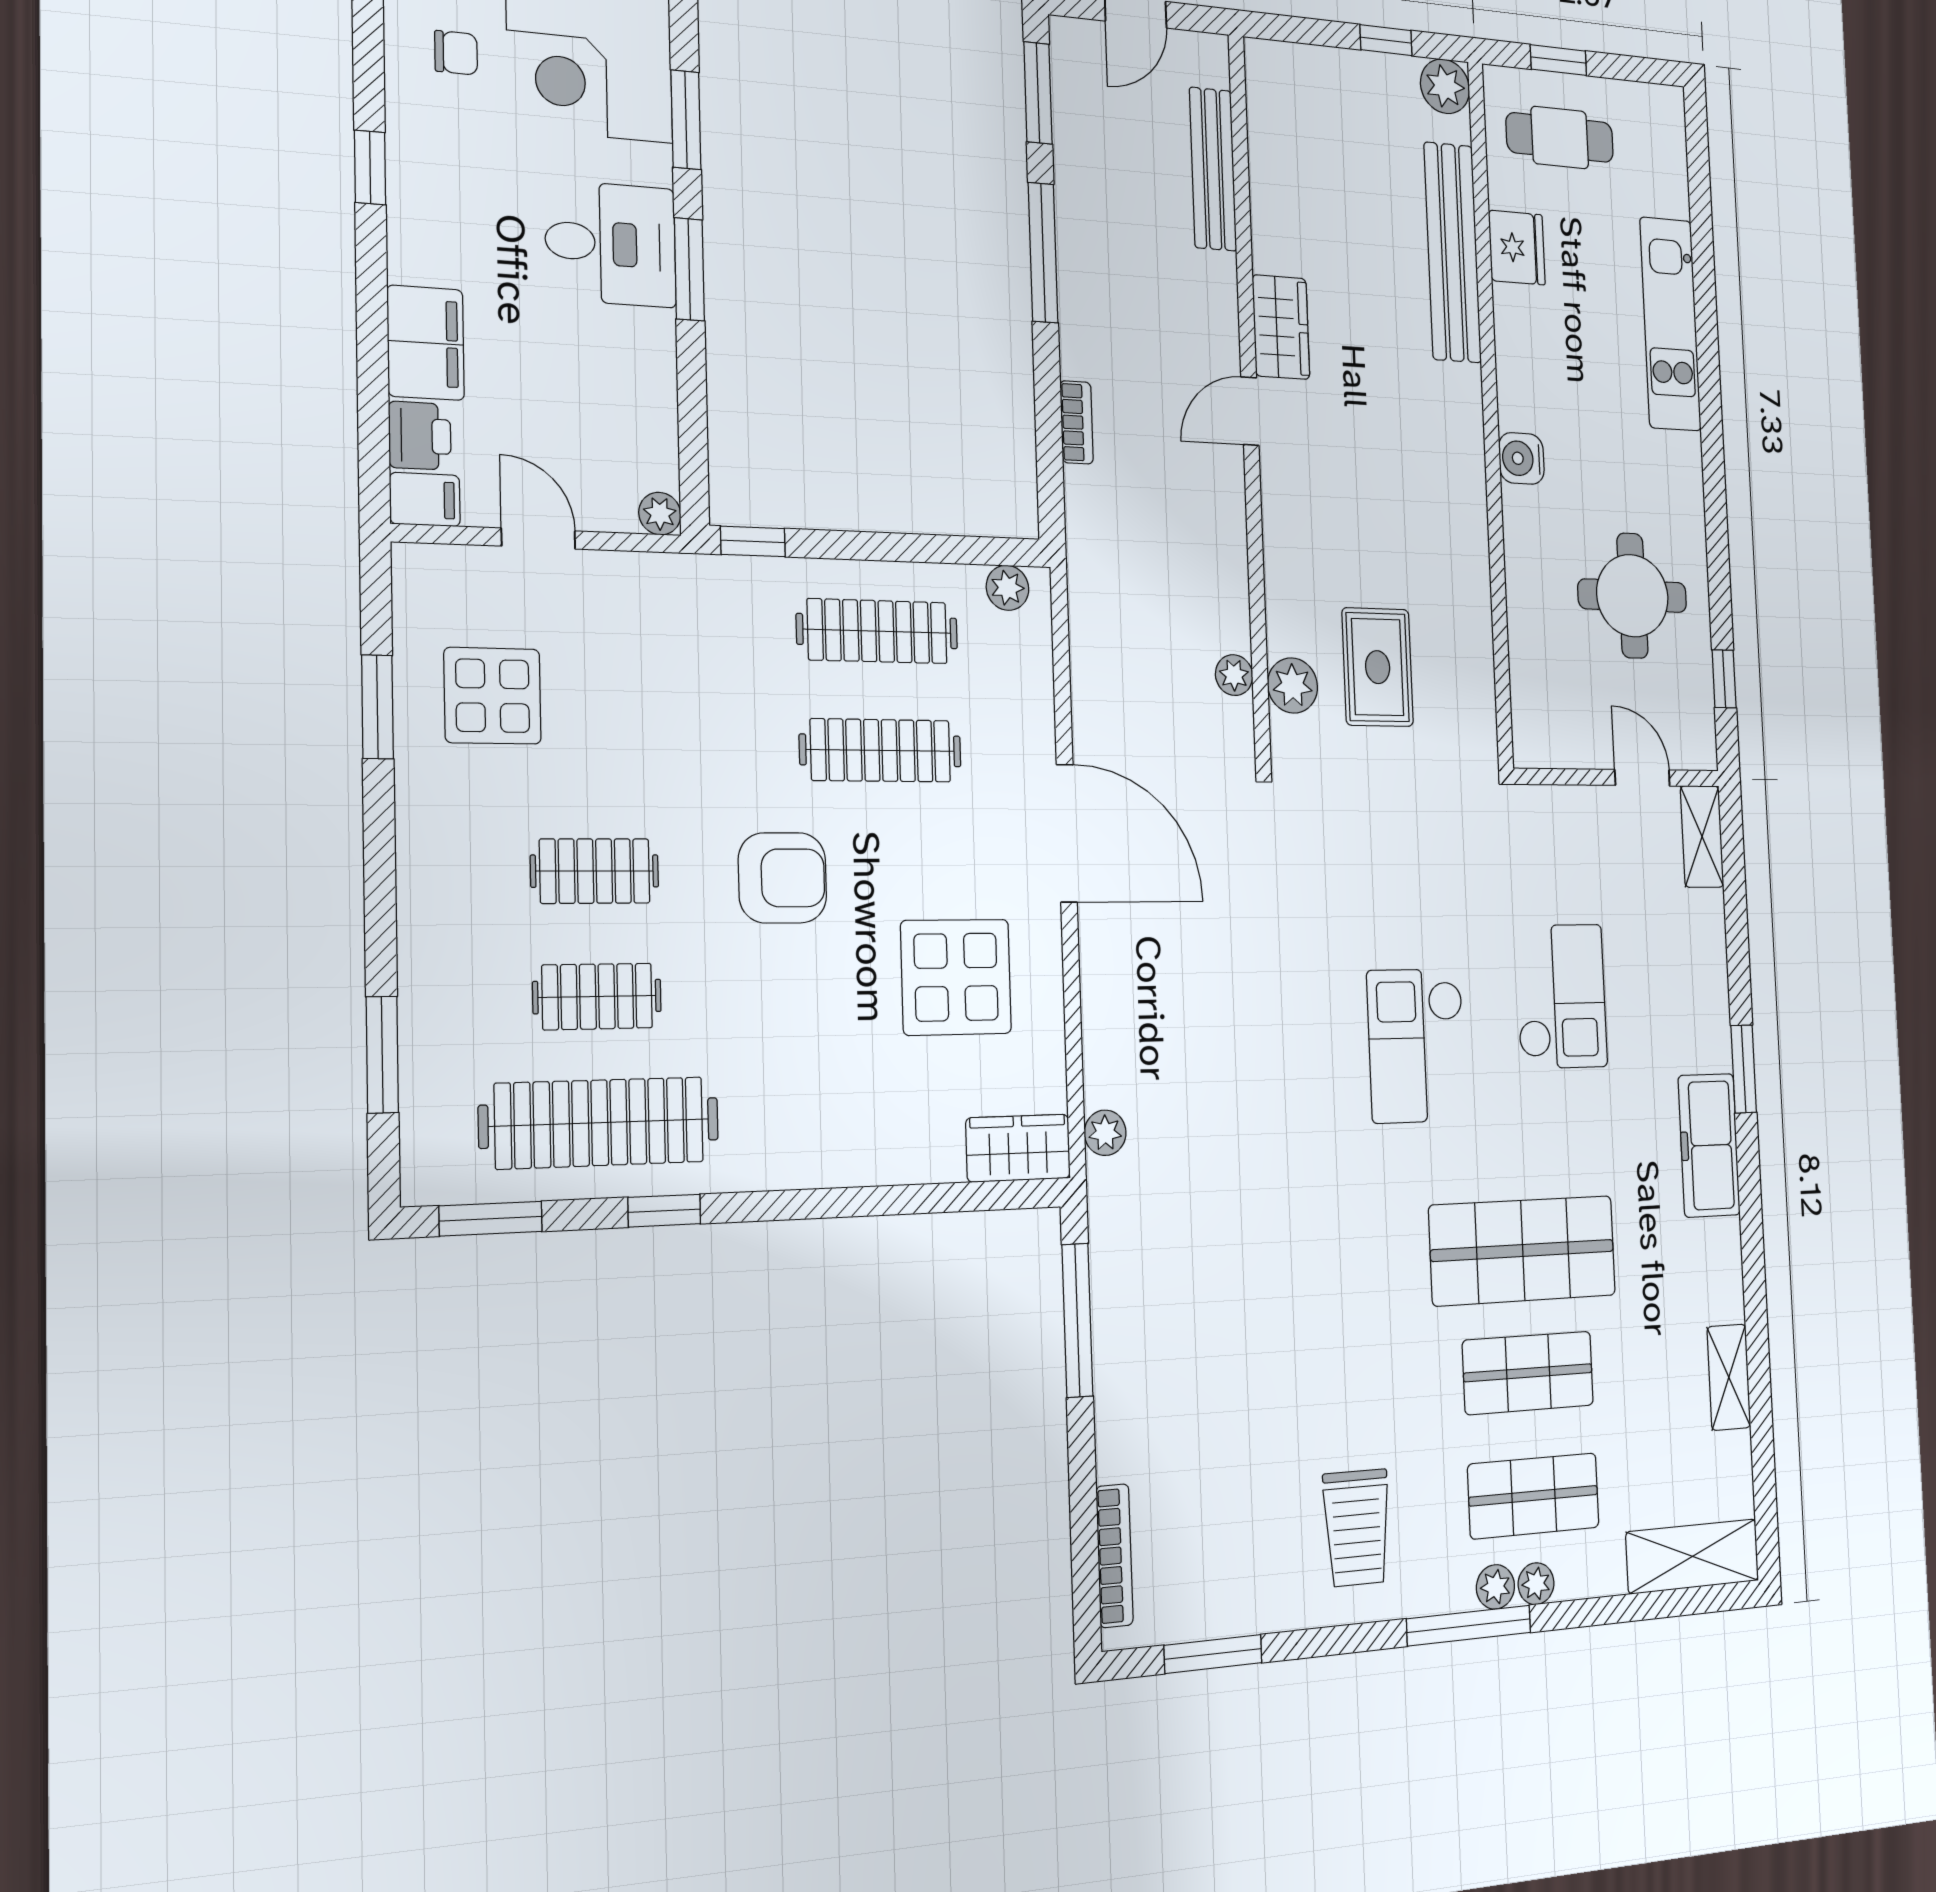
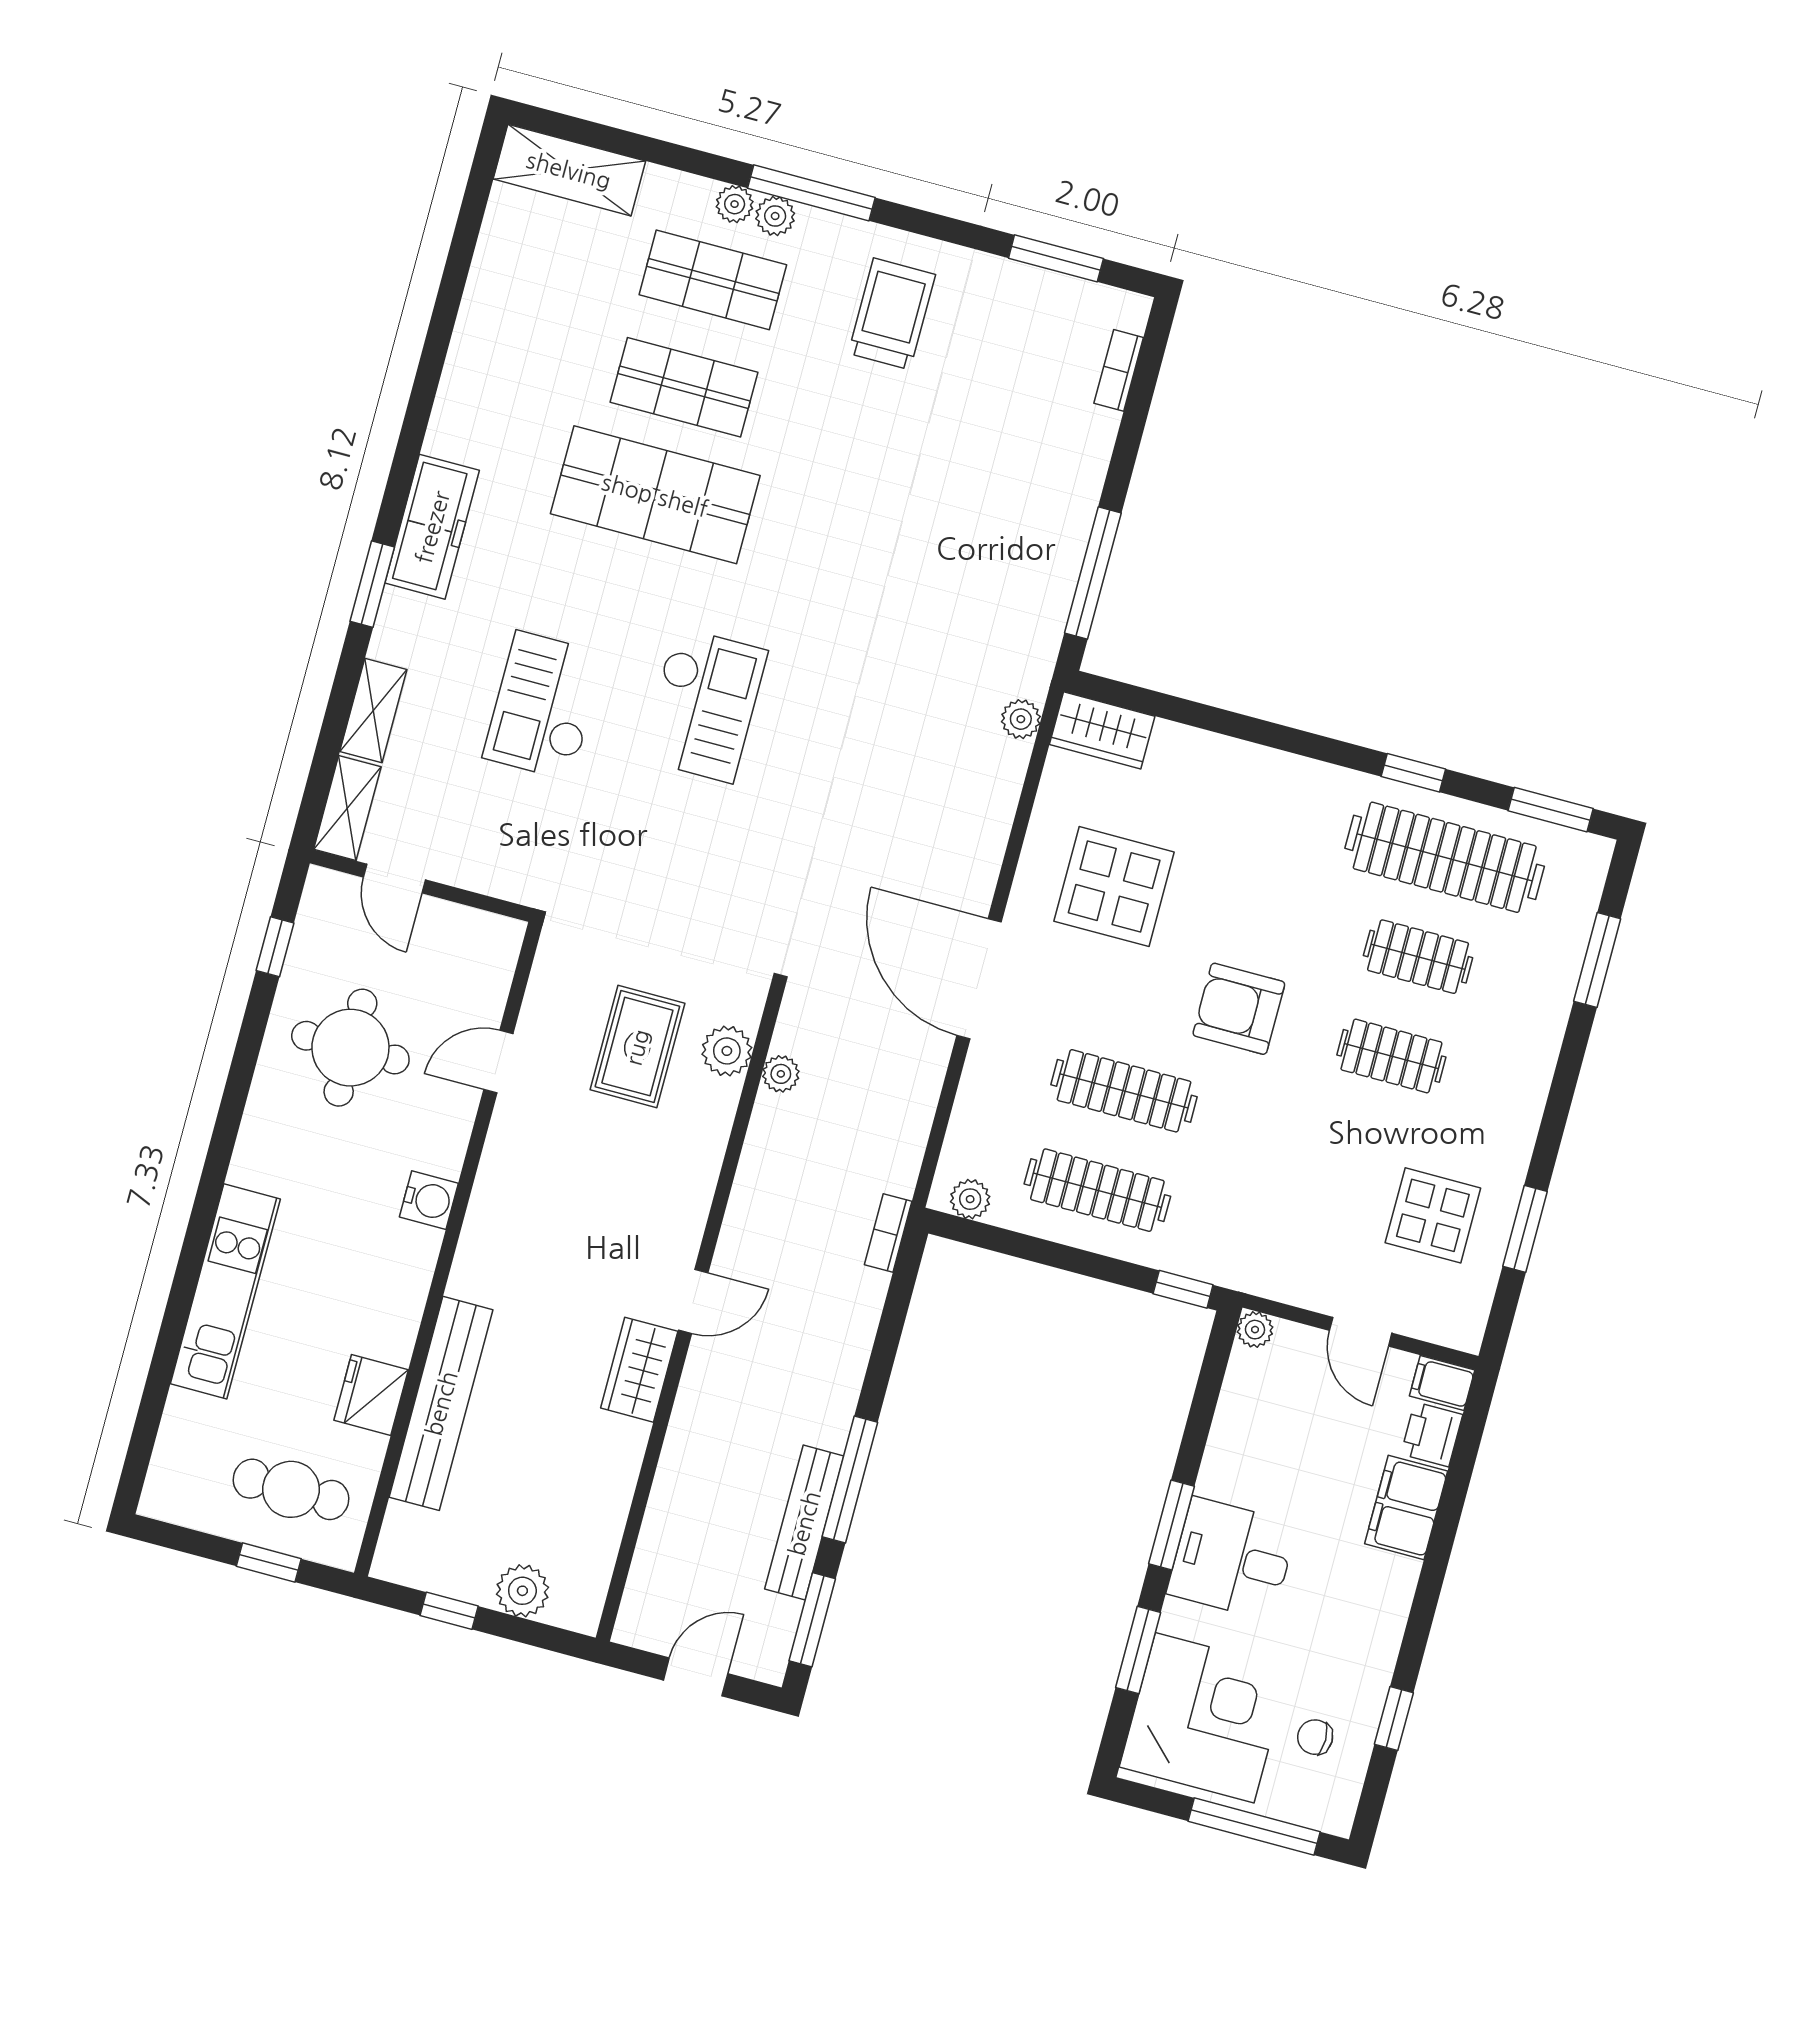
plant: (1445, 86) -> (522, 1591), moved
window: (370, 167) -> (1394, 1718), moved
bench: (1213, 169) -> (804, 1523), moved
bookcase: (1077, 422) -> (888, 1233), moved
door: (1499, 617) -> (498, 1062), added
shelving: (1729, 1377) -> (373, 711), moved
bookcase: (1114, 1556) -> (1119, 370), width x0.64

